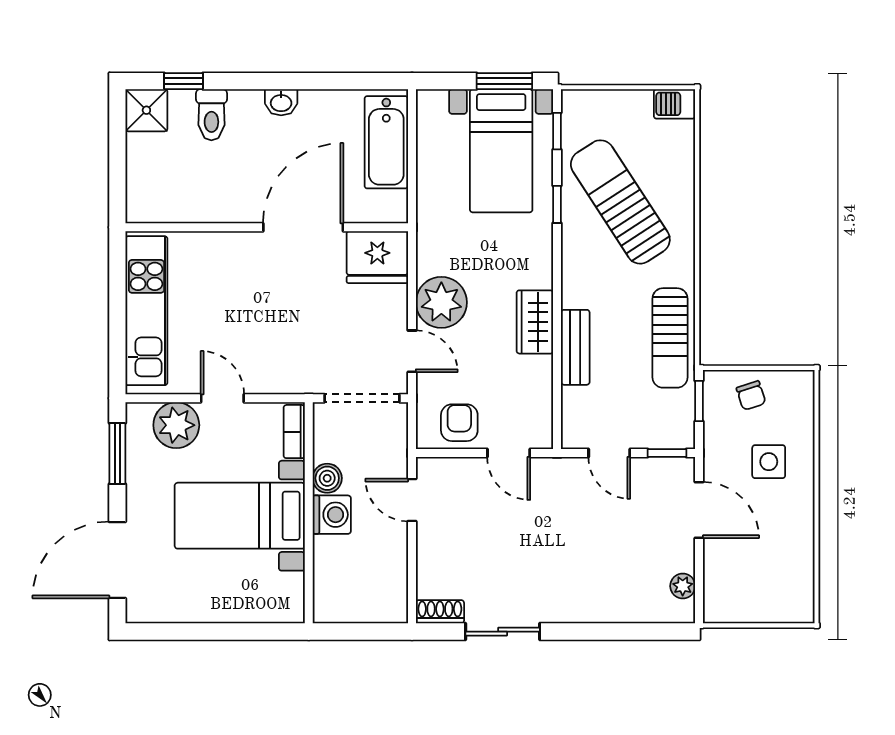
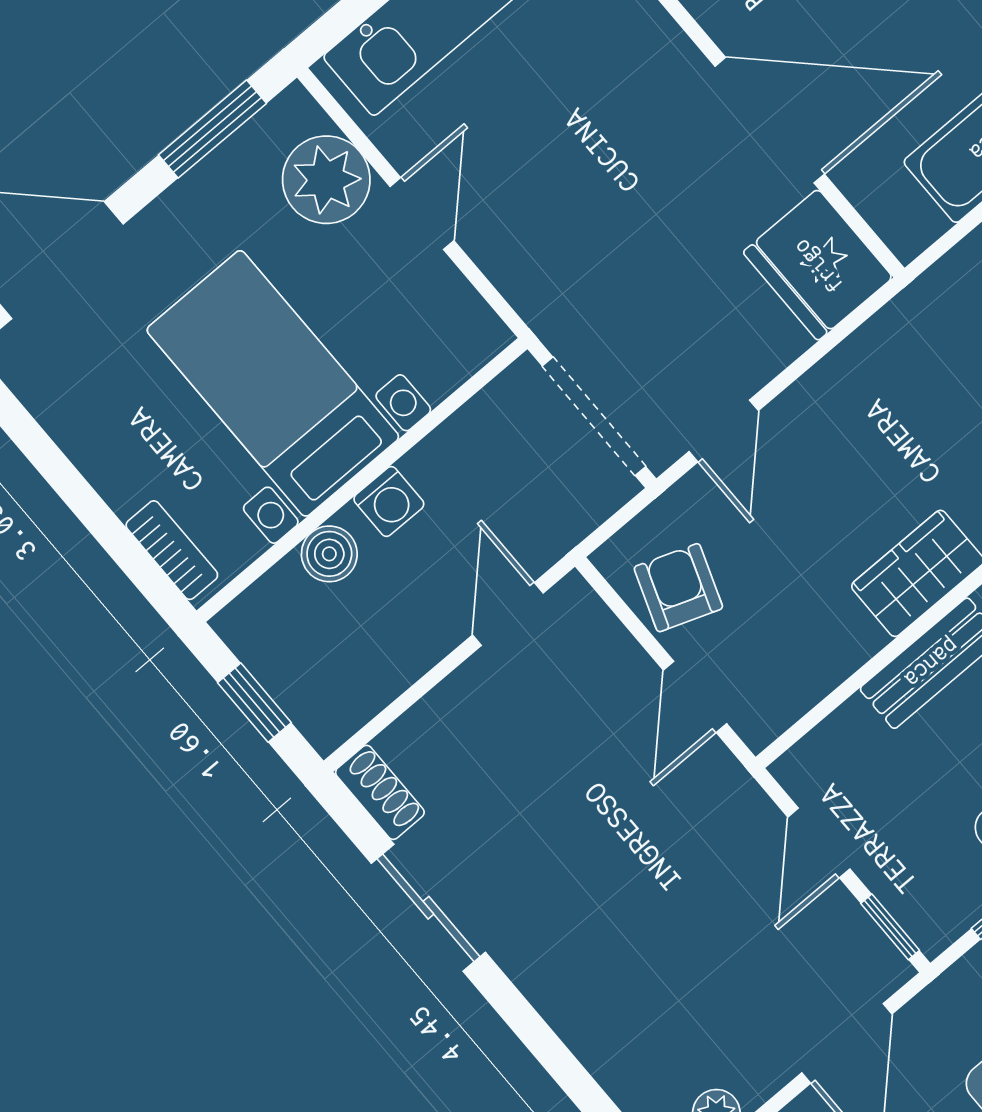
plant: (441, 302) -> (831, 413), removed
armchair: (459, 423) -> (678, 588), turned -70
bookcase: (294, 432) -> (172, 550), moved, turned 90
boiler: (327, 478) -> (329, 554), moved
washing machine: (332, 515) -> (389, 502), width x0.73, depth x0.73
window: (361, 632) -> (254, 703), added

